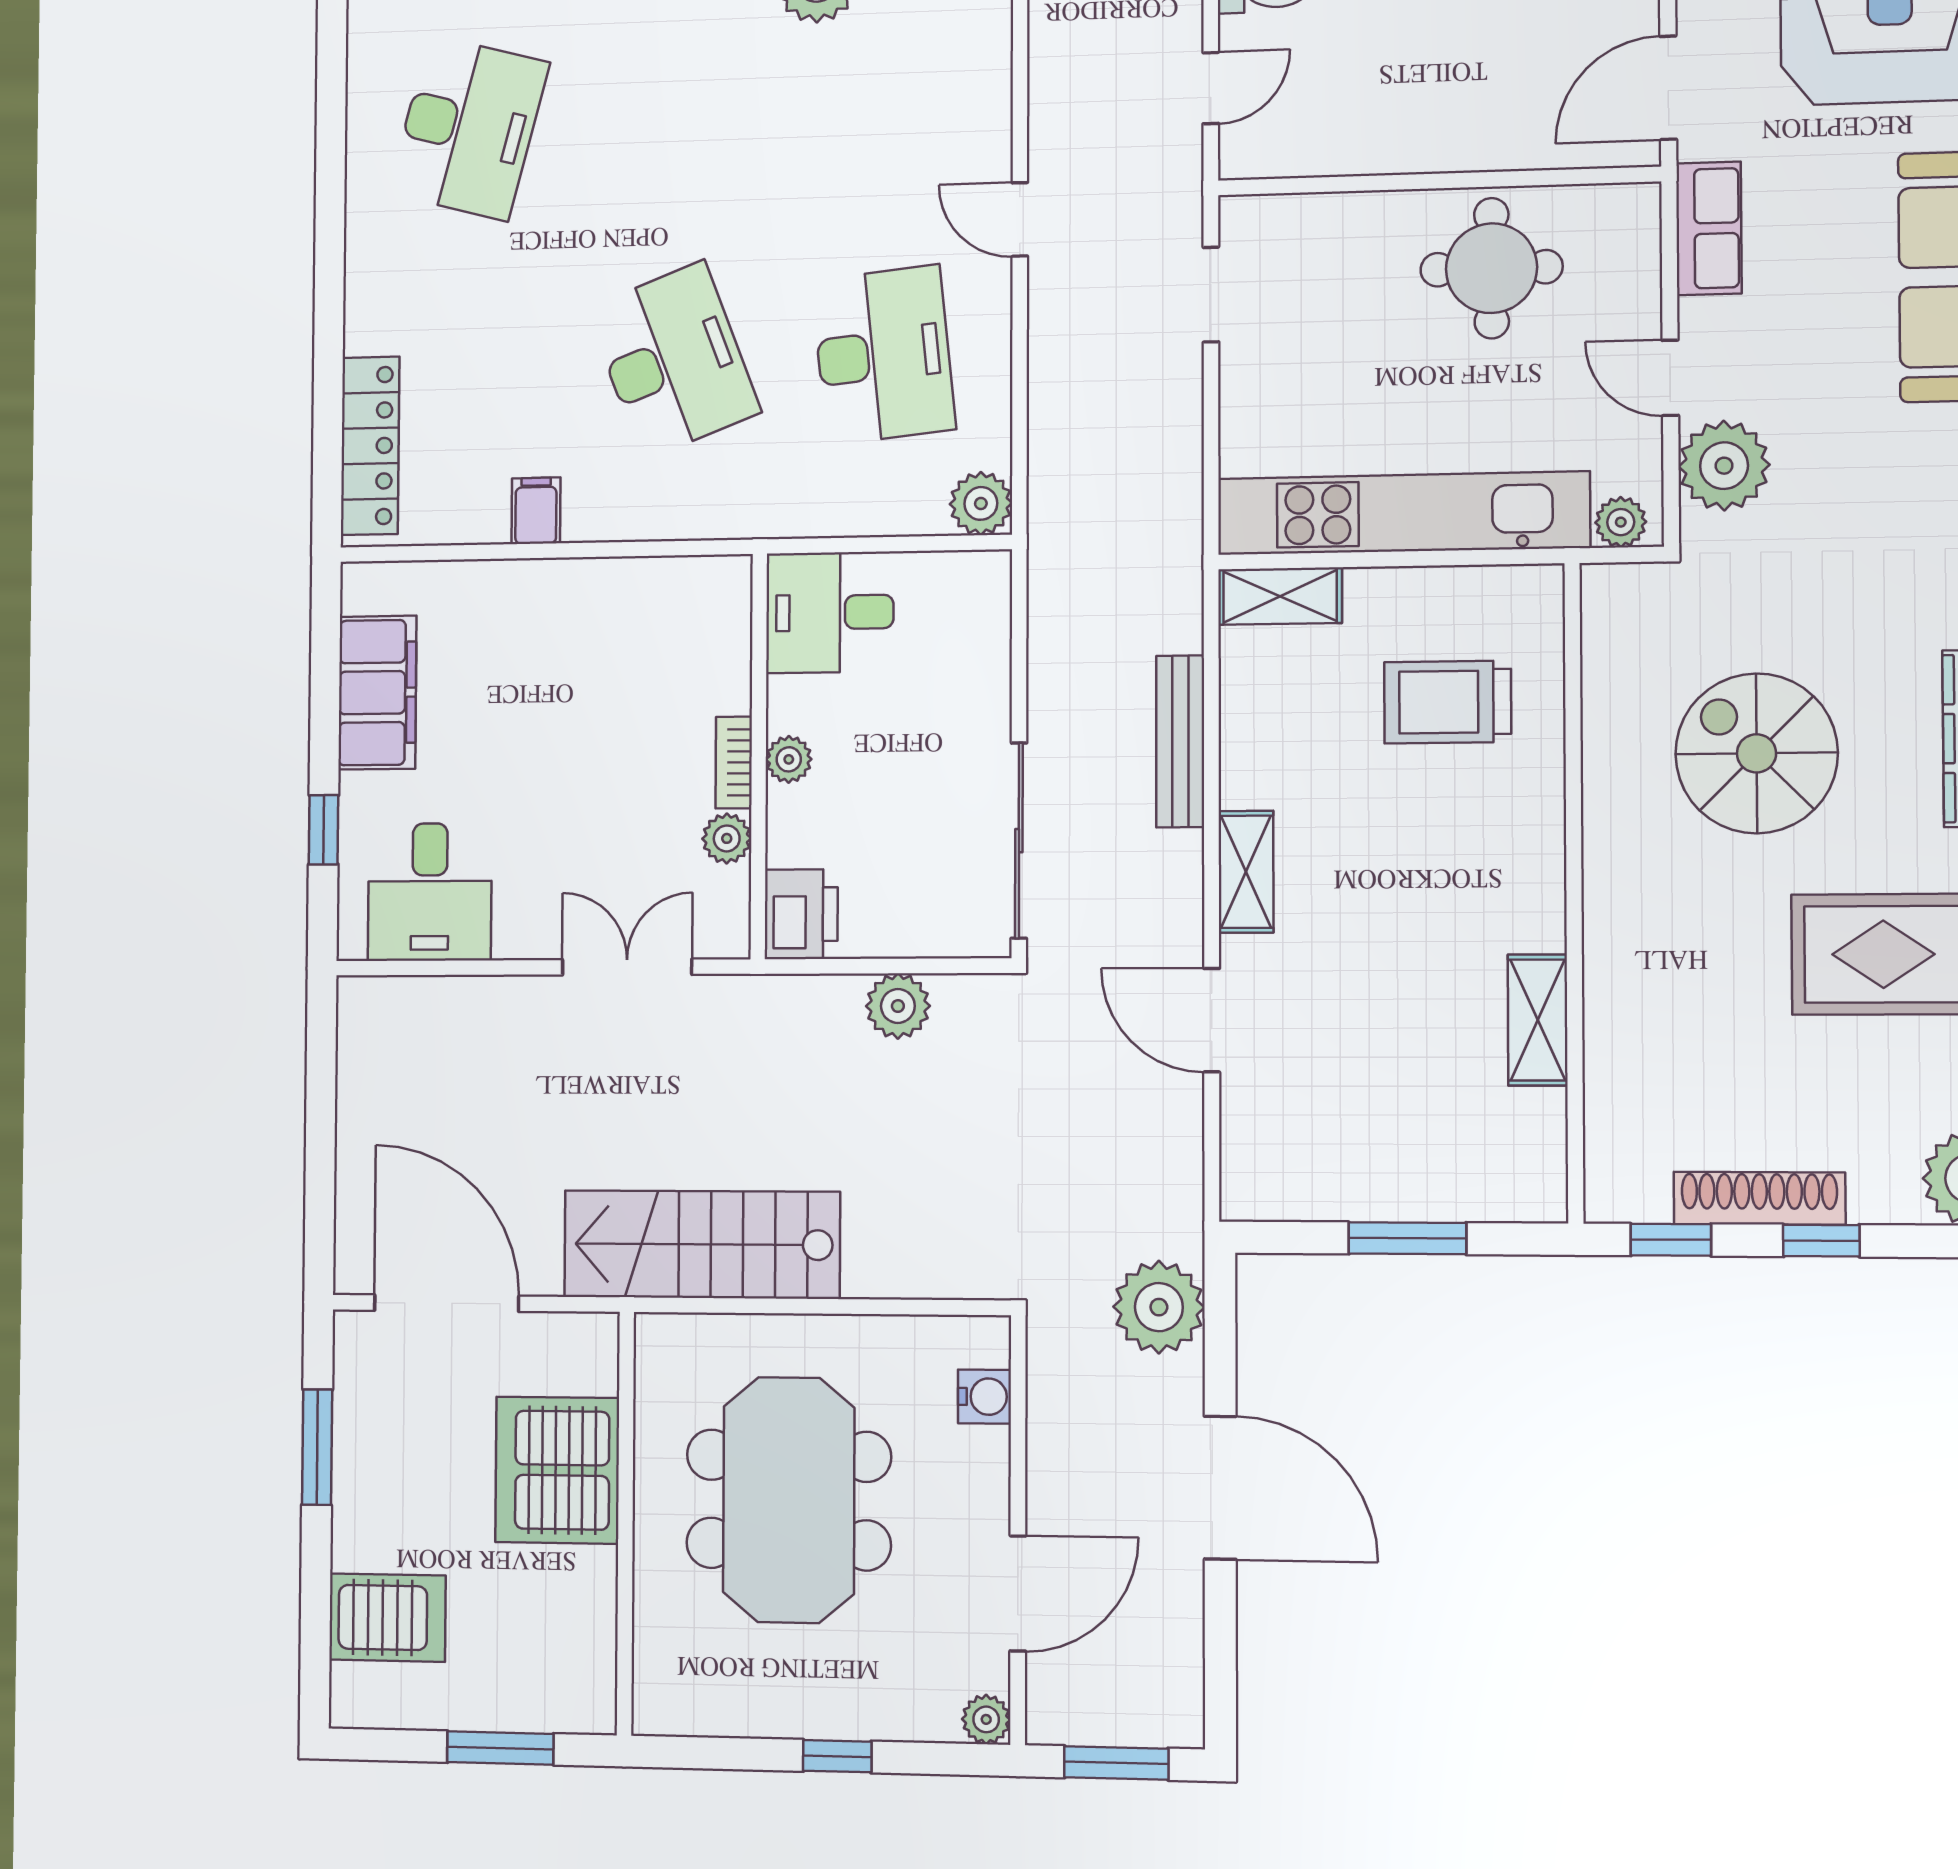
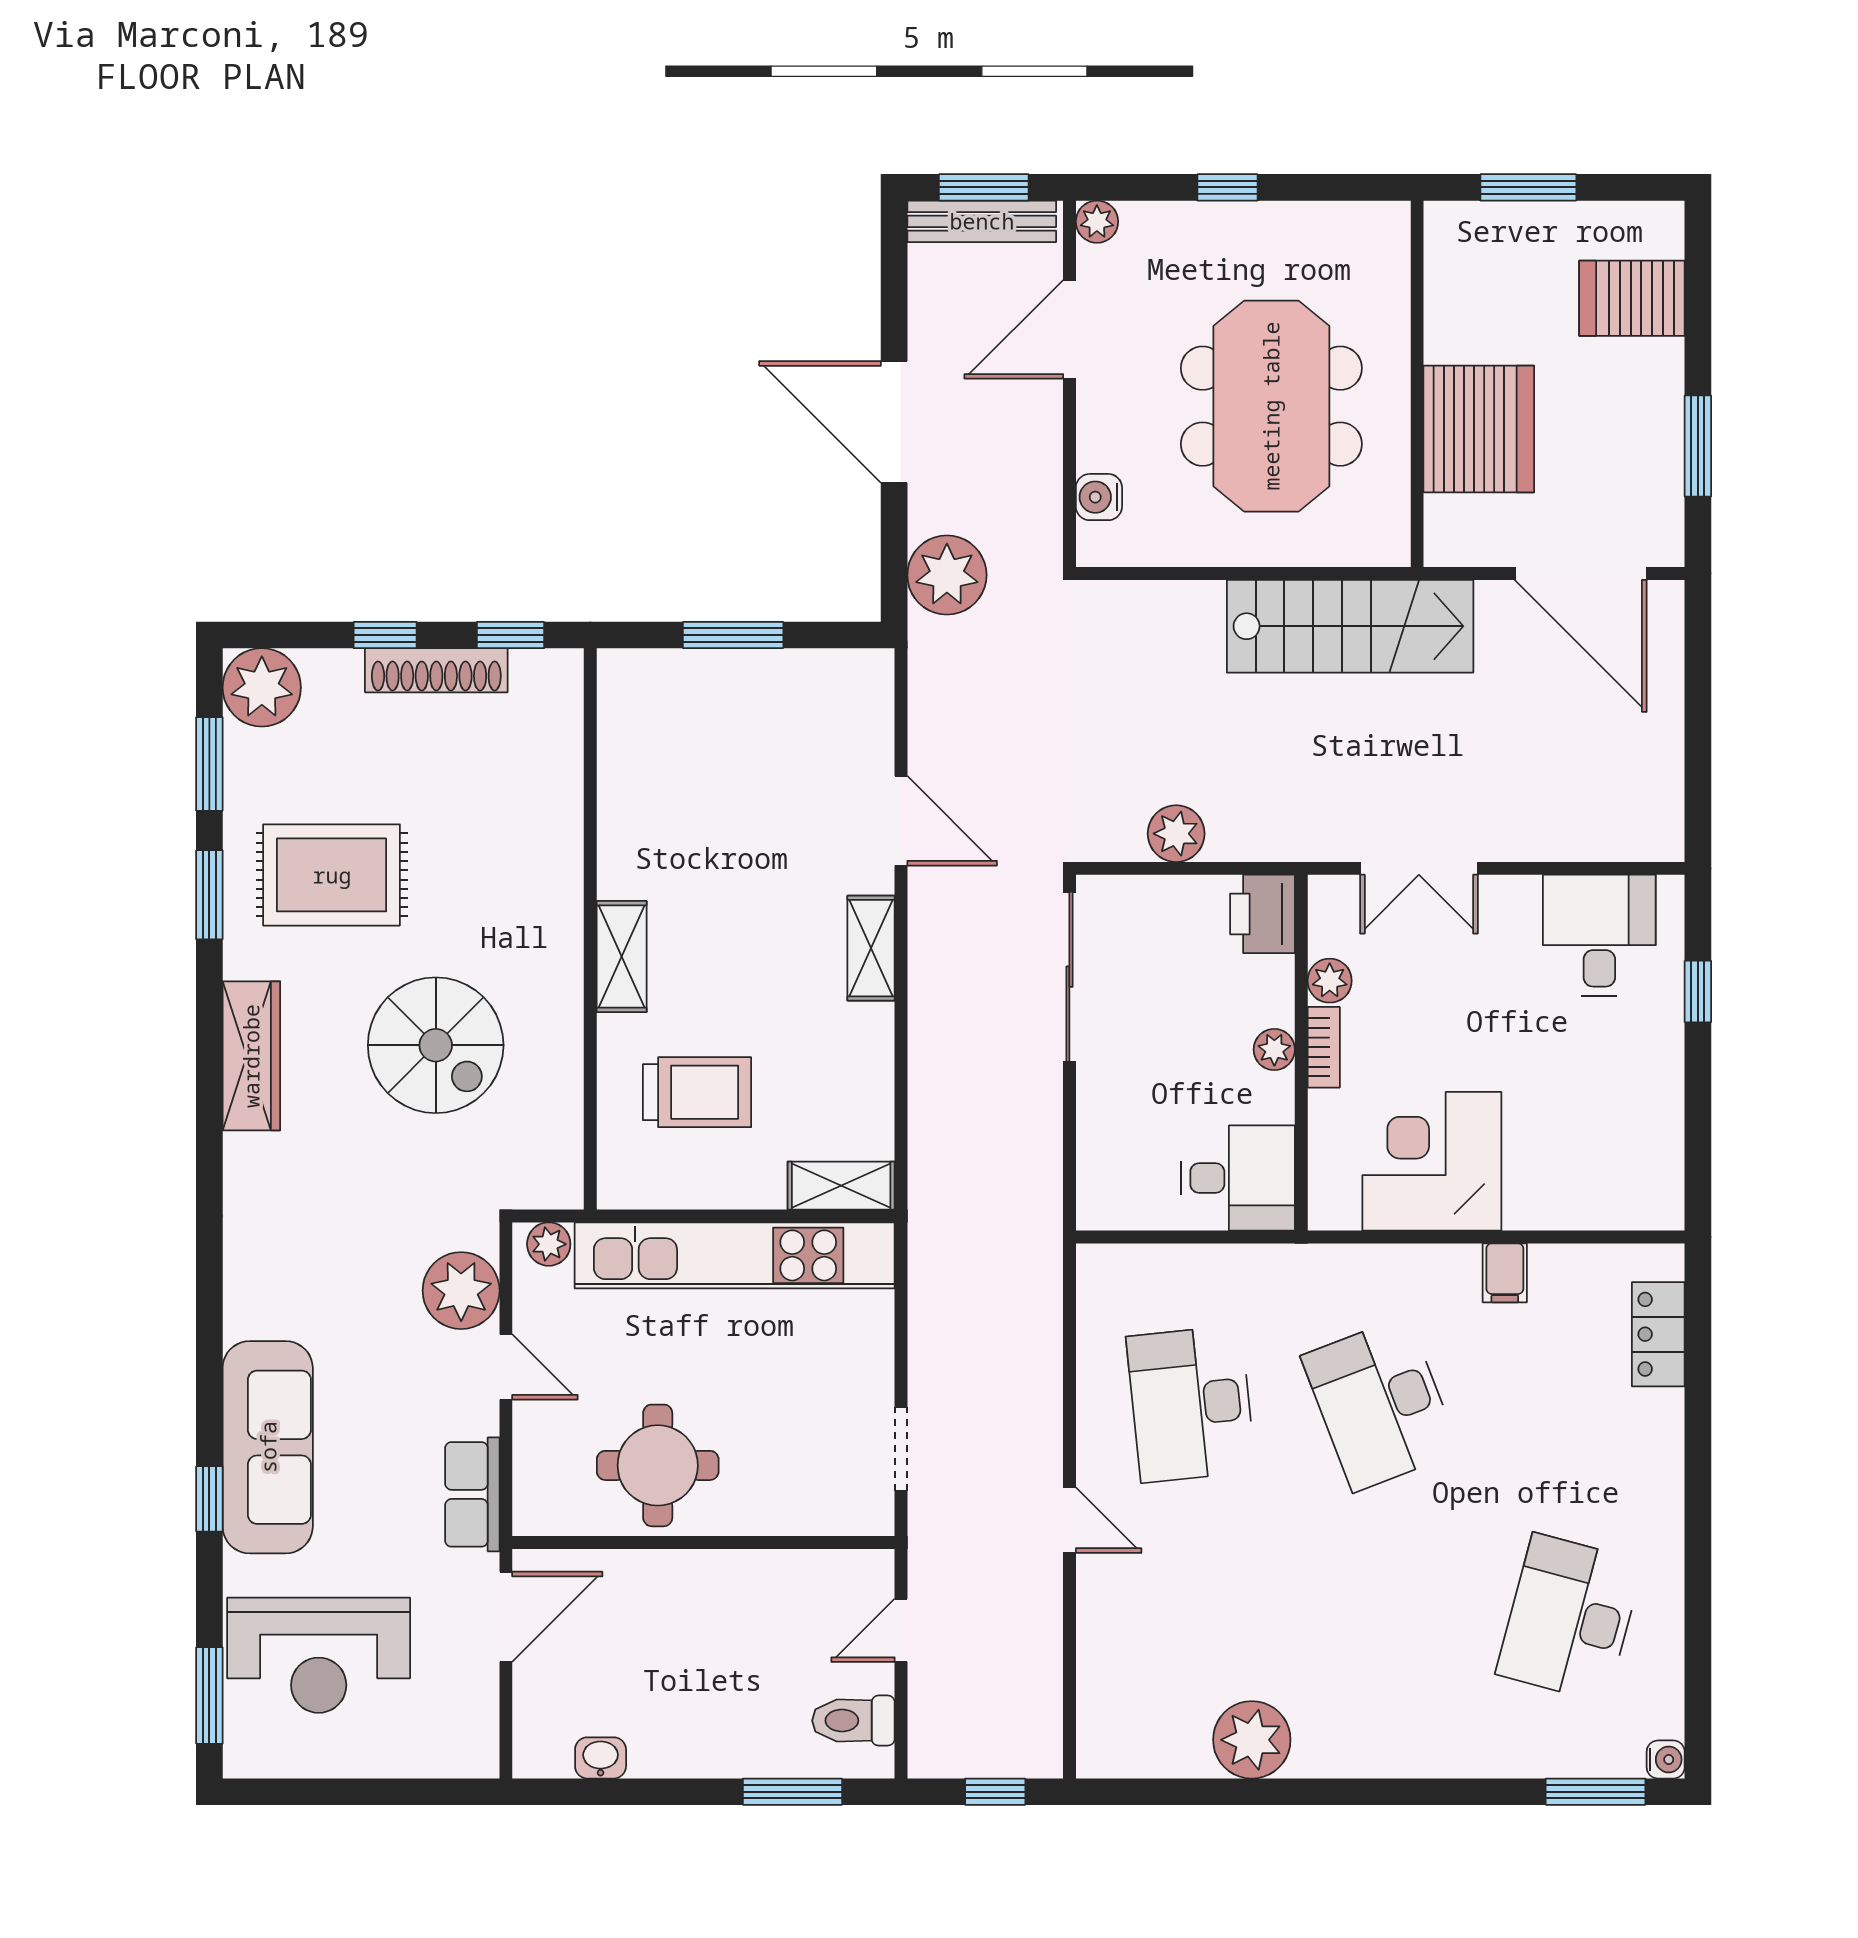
locker: (370, 446) -> (1658, 1334), width x0.66
plant: (981, 503) -> (1104, 1271), removed
corner desk: (615, 635) -> (1432, 1161), added
filing cabinet: (377, 693) -> (1649, 1113), removed
bench: (1180, 741) -> (982, 221), moved, turned 90
shelving: (1538, 1020) -> (622, 957), moved

